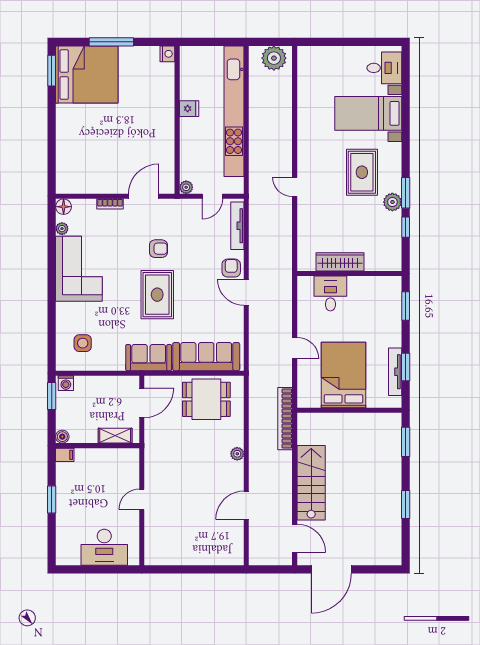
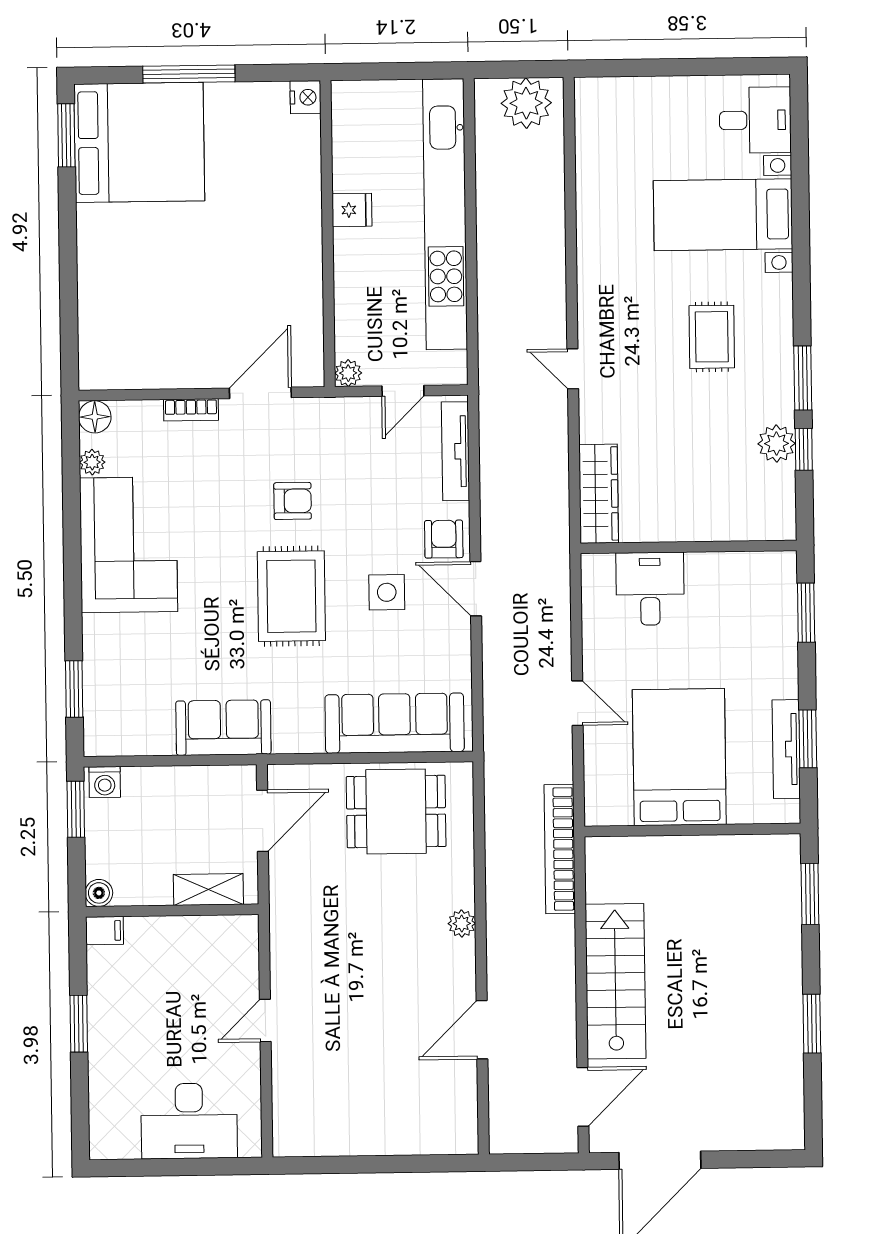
rug: (362, 172) -> (712, 337), width x0.73, depth x0.70
plant: (392, 202) -> (776, 444), moved
wardrobe: (340, 262) -> (599, 494), moved, turned 90
window: (52, 338) -> (74, 689), added
side table: (83, 343) -> (387, 592), moved
sofa: (149, 358) -> (223, 728), moved
door: (295, 538) -> (583, 1097), hinge flipped

